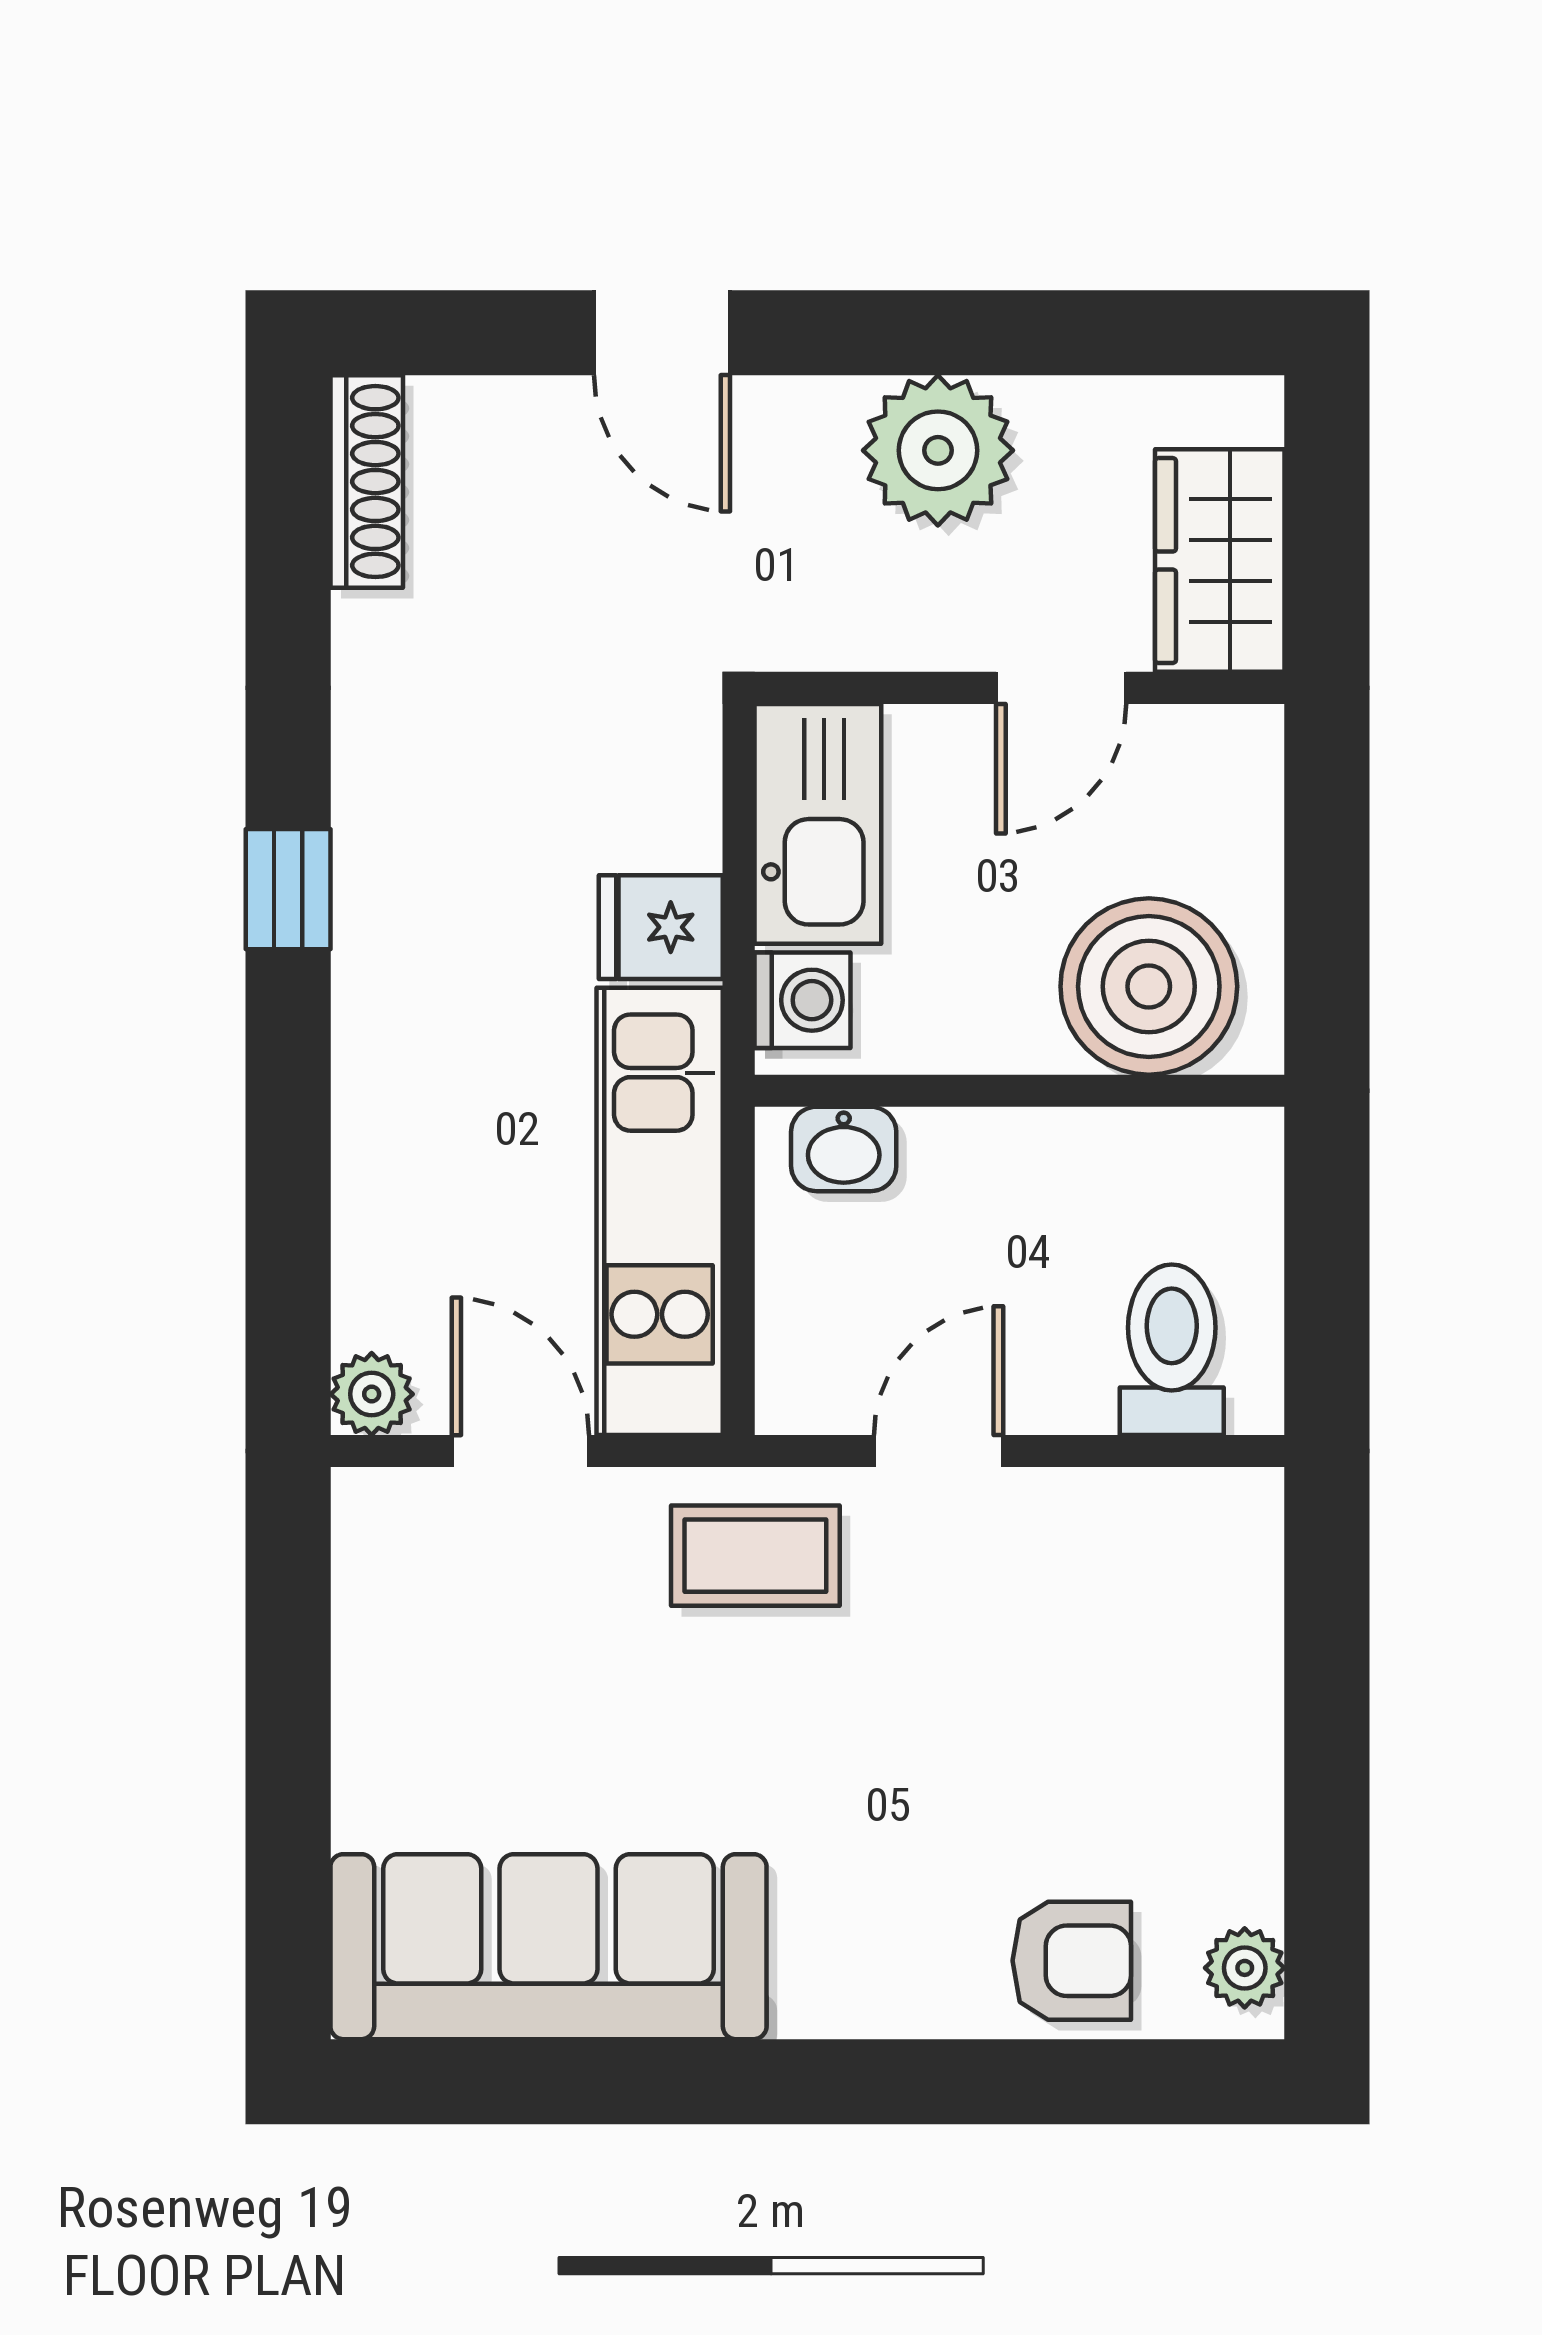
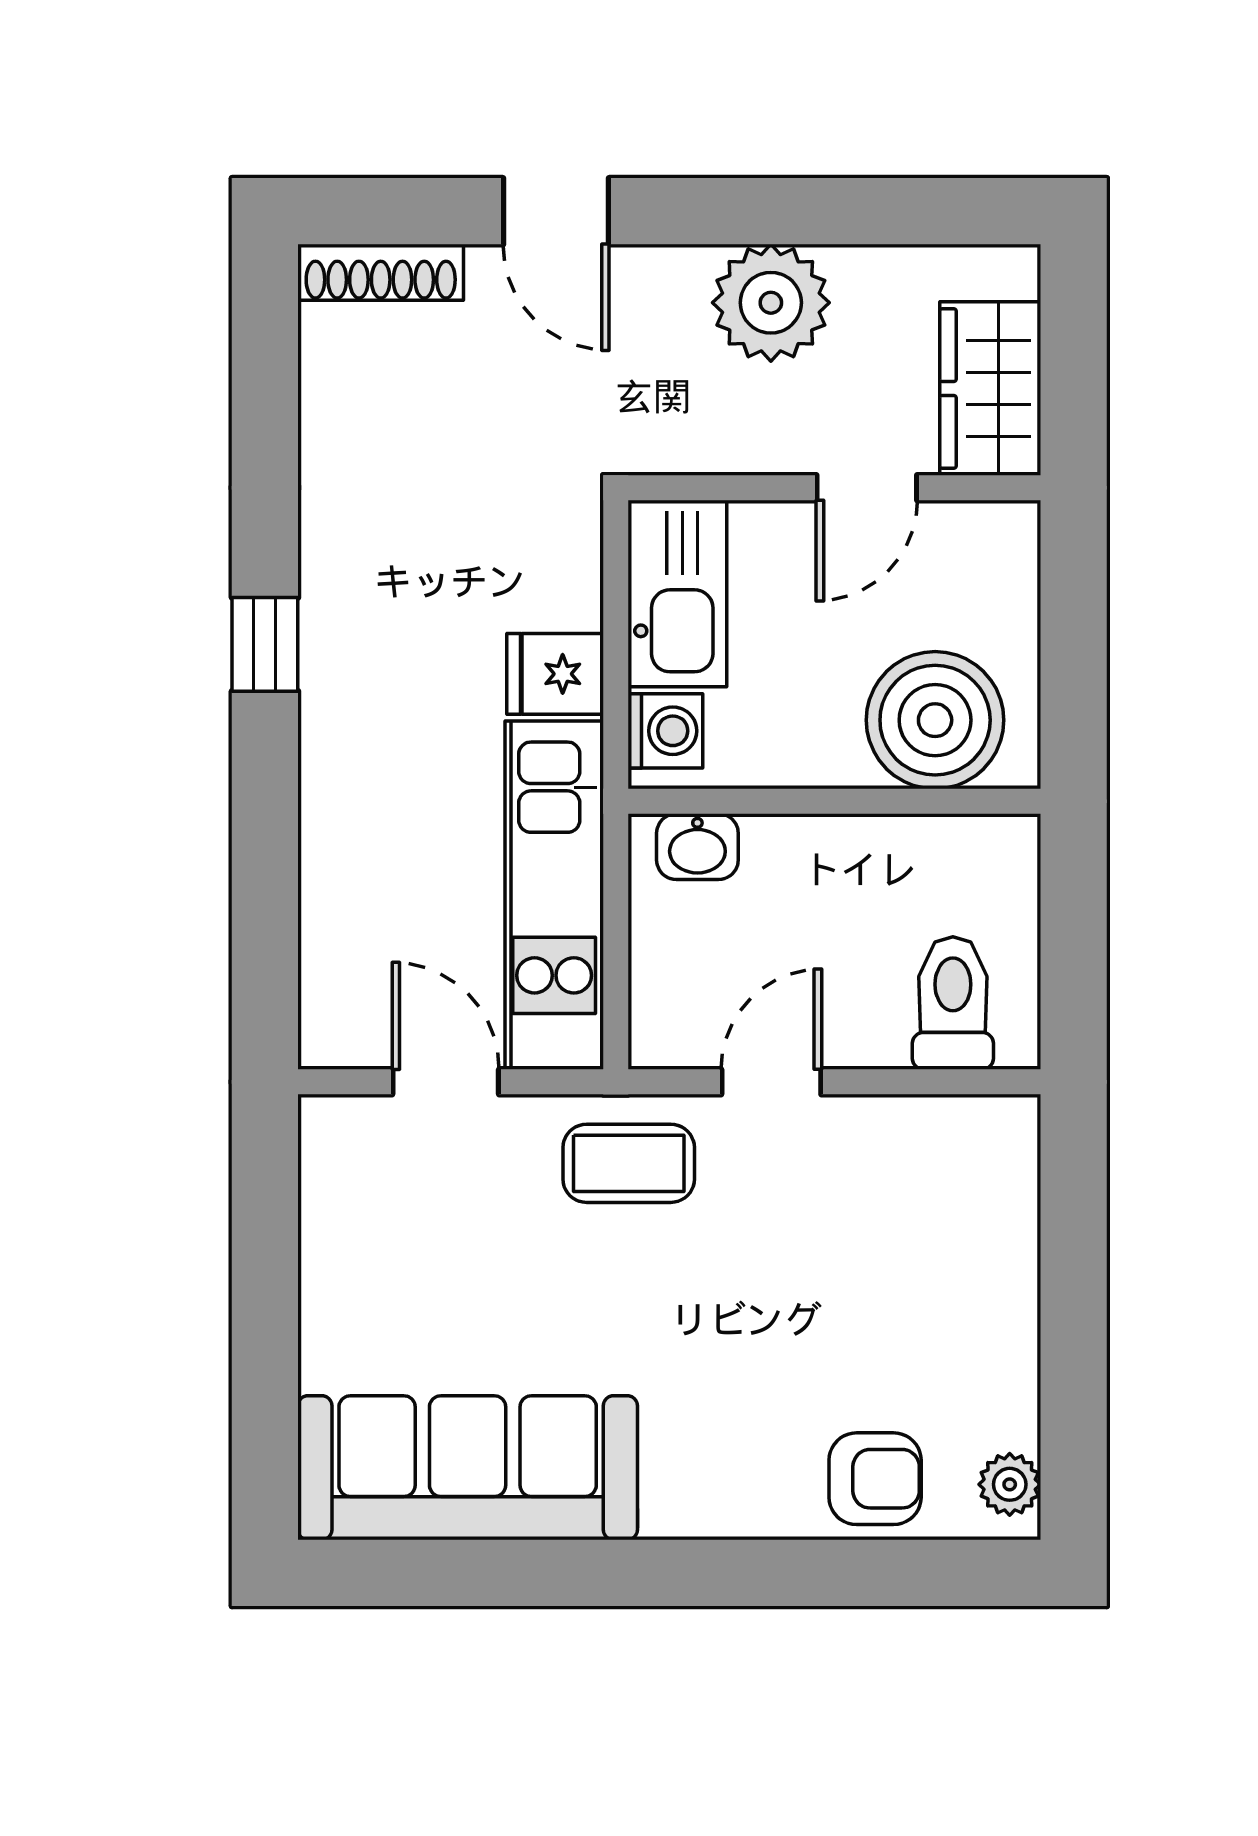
shoe rack: (367, 482) -> (381, 272), moved, turned 90
plant: (372, 1394) -> (330, 1037), removed

